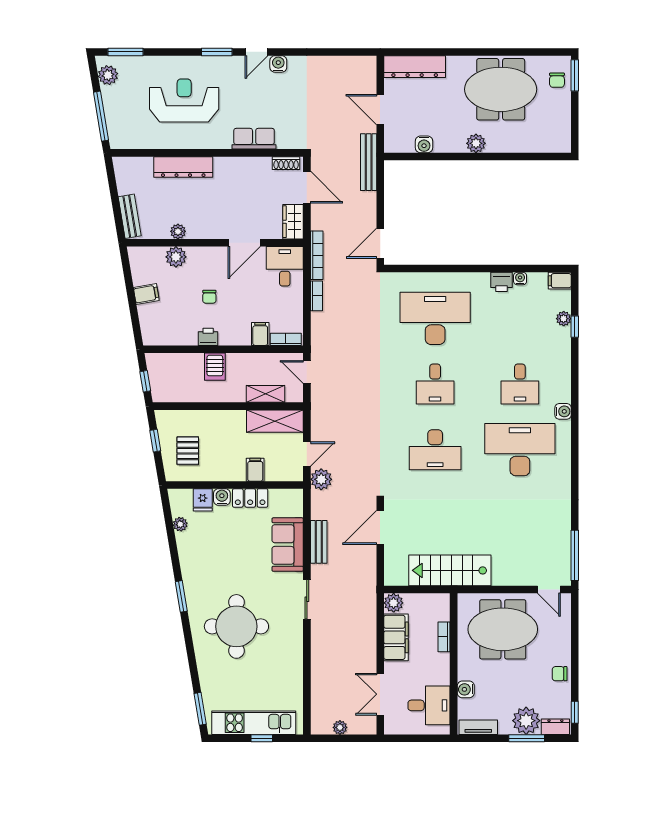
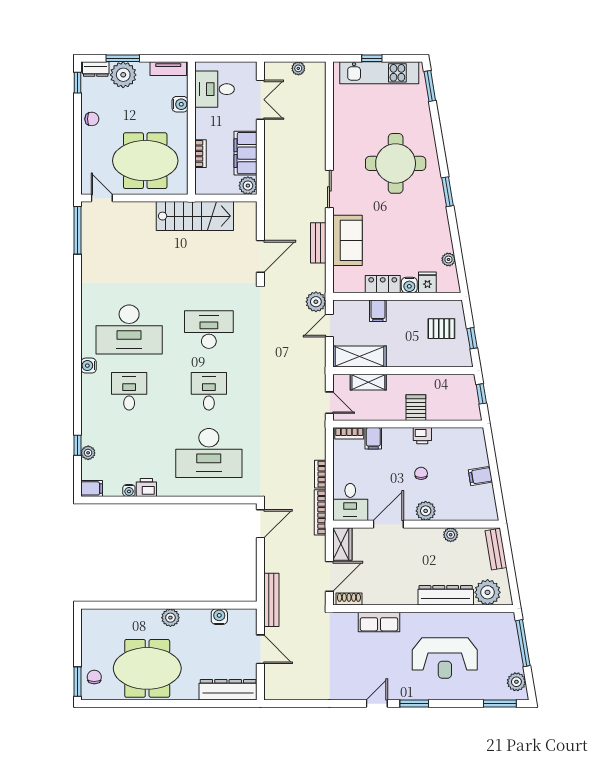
water cooler: (278, 64) -> (356, 692), removed
plant: (139, 170) -> (488, 592), added
door: (307, 187) -> (329, 576), swing flipped
plant: (176, 257) -> (426, 511), moved
pallet: (188, 451) -> (441, 329), turned 90

